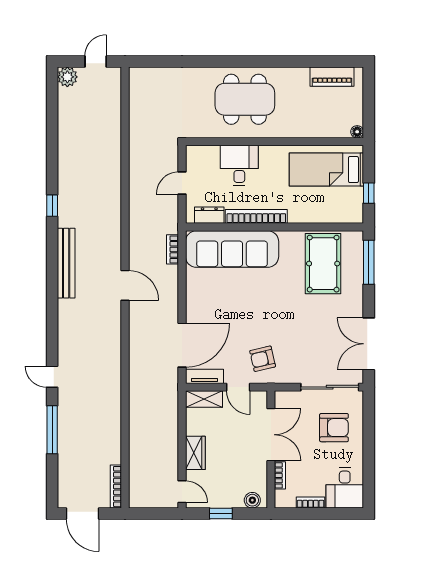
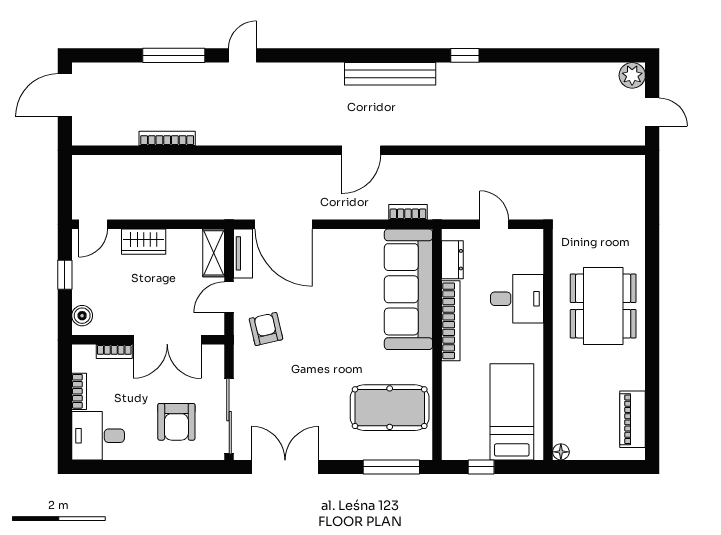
bookcase: (116, 487) -> (167, 138), moved

